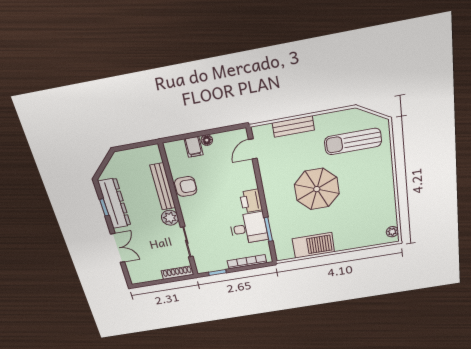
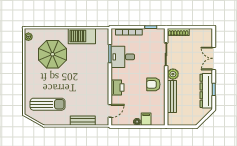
armchair: (186, 186) -> (153, 84), moved
parasol: (317, 189) -> (53, 54), moved
printer: (251, 201) -> (118, 87), moved

